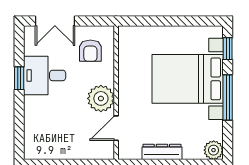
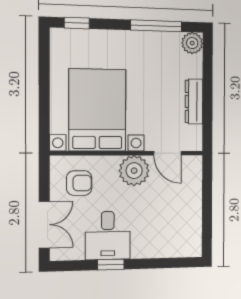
bed with nightstands: (188, 79) -> (97, 110), moved, turned 180
window: (228, 97) -> (156, 26), moved

